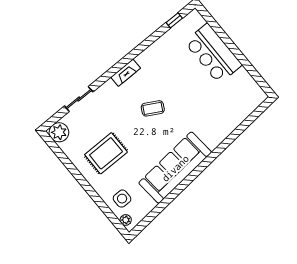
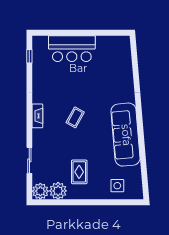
rug: (106, 153) -> (79, 172), width x0.73, depth x0.70
plant: (126, 220) -> (58, 191), moved, width x1.88, depth x1.88

